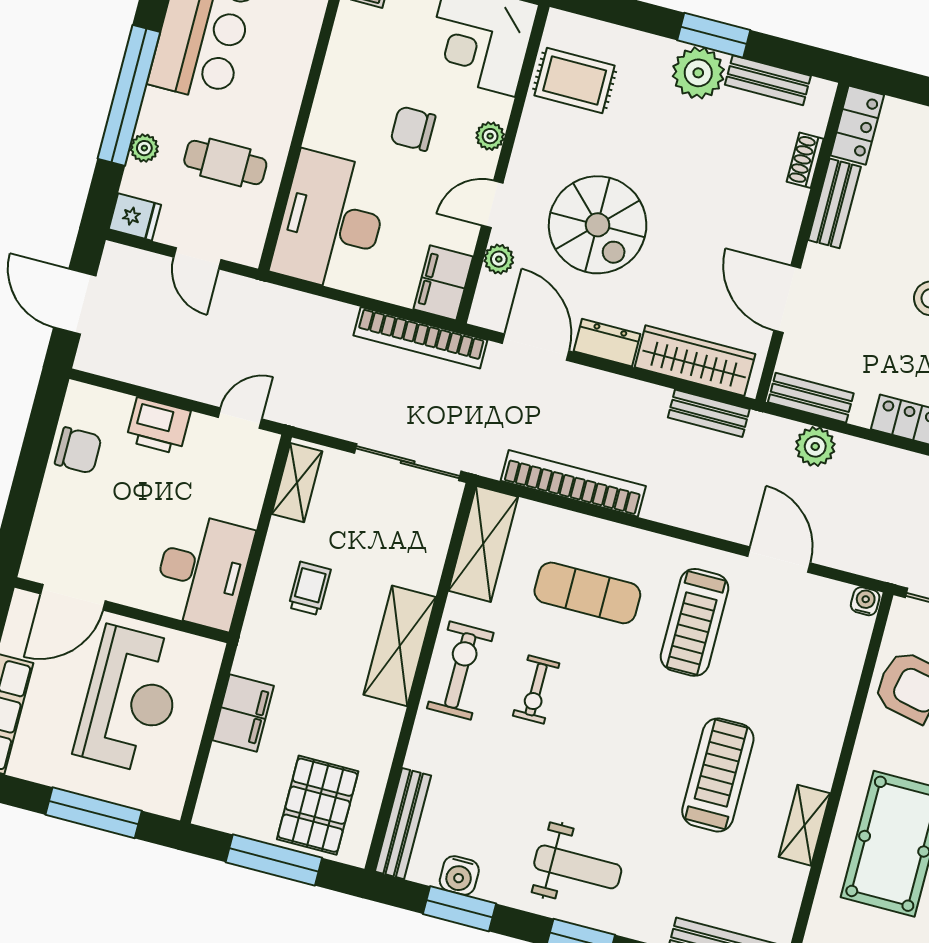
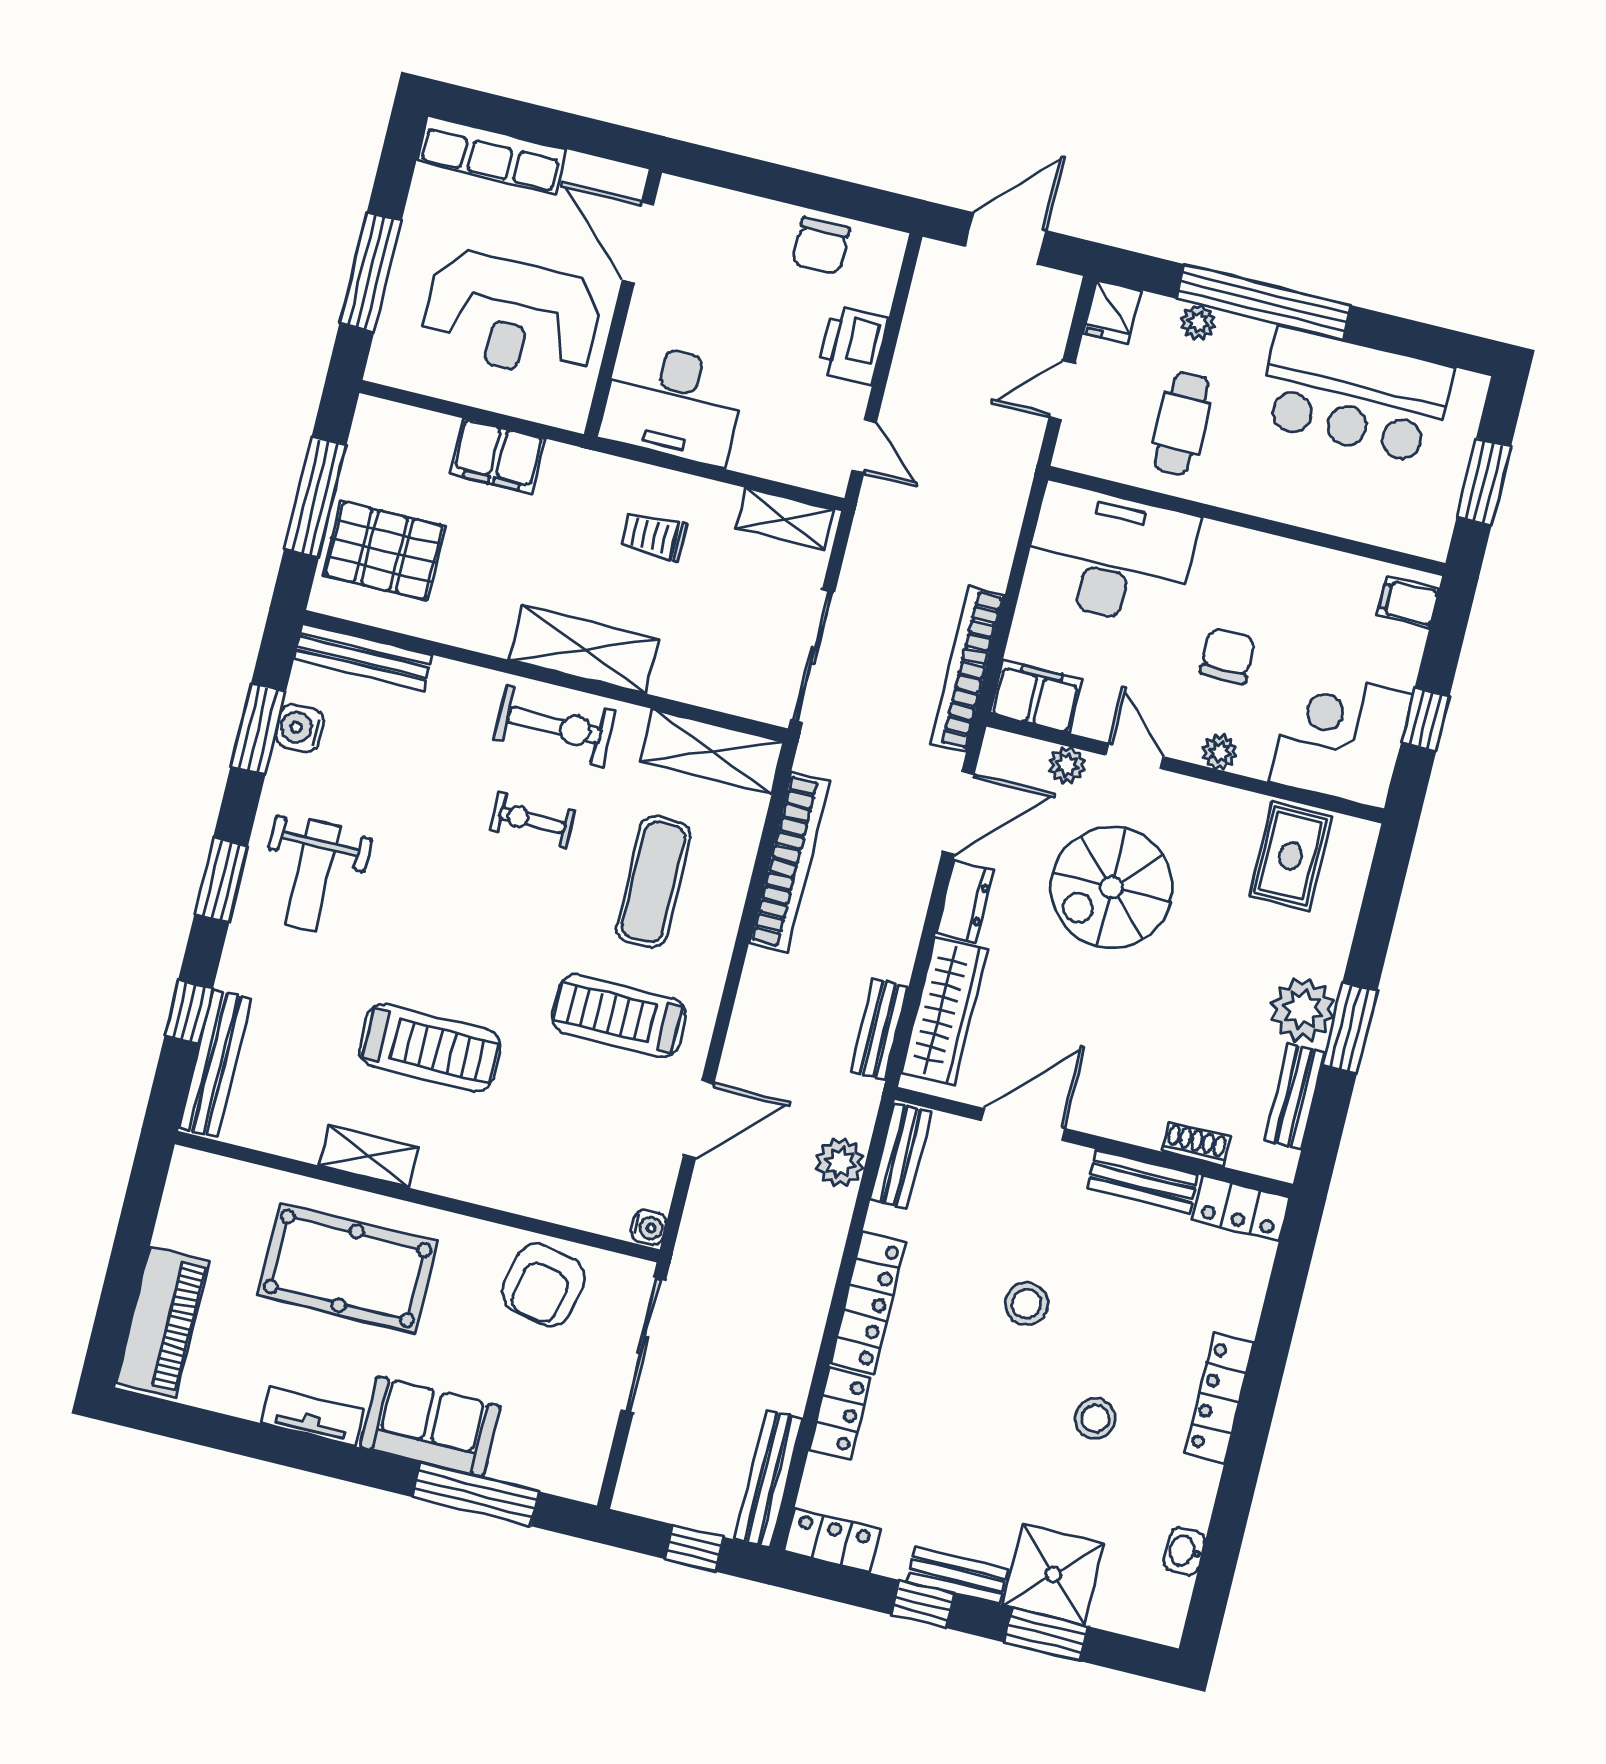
trolley: (310, 588) -> (654, 536), turned 180

